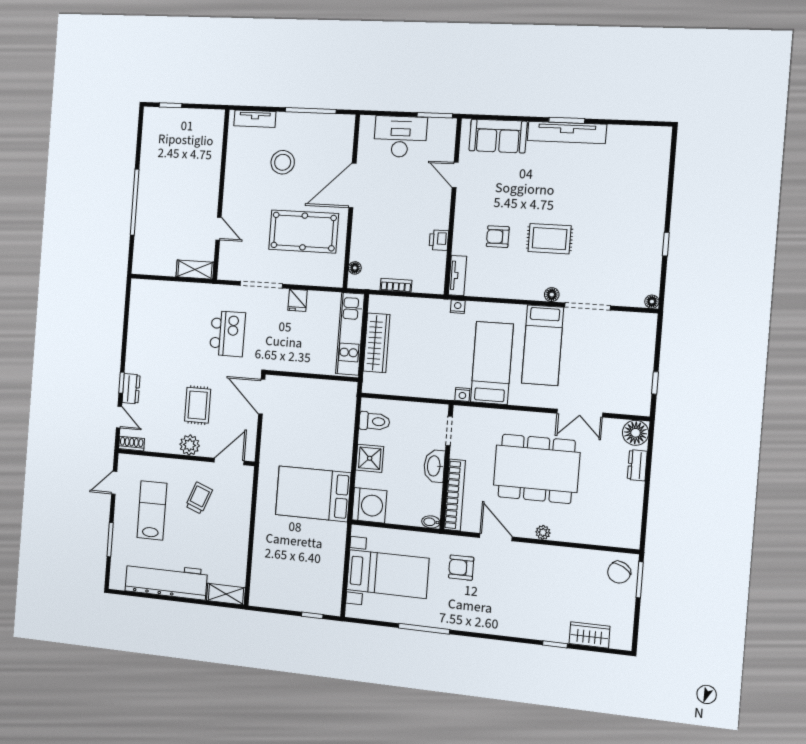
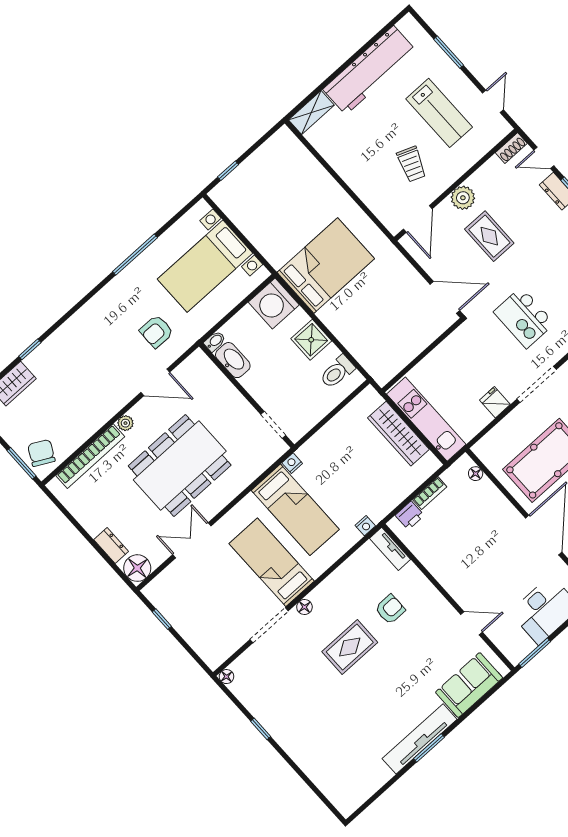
printer: (439, 240) -> (410, 515), moved, turned 90
washbasin: (434, 466) -> (233, 360), moved
bookcase: (455, 495) -> (90, 456), moved, turned -90
armchair: (461, 568) -> (156, 331), turned 180

